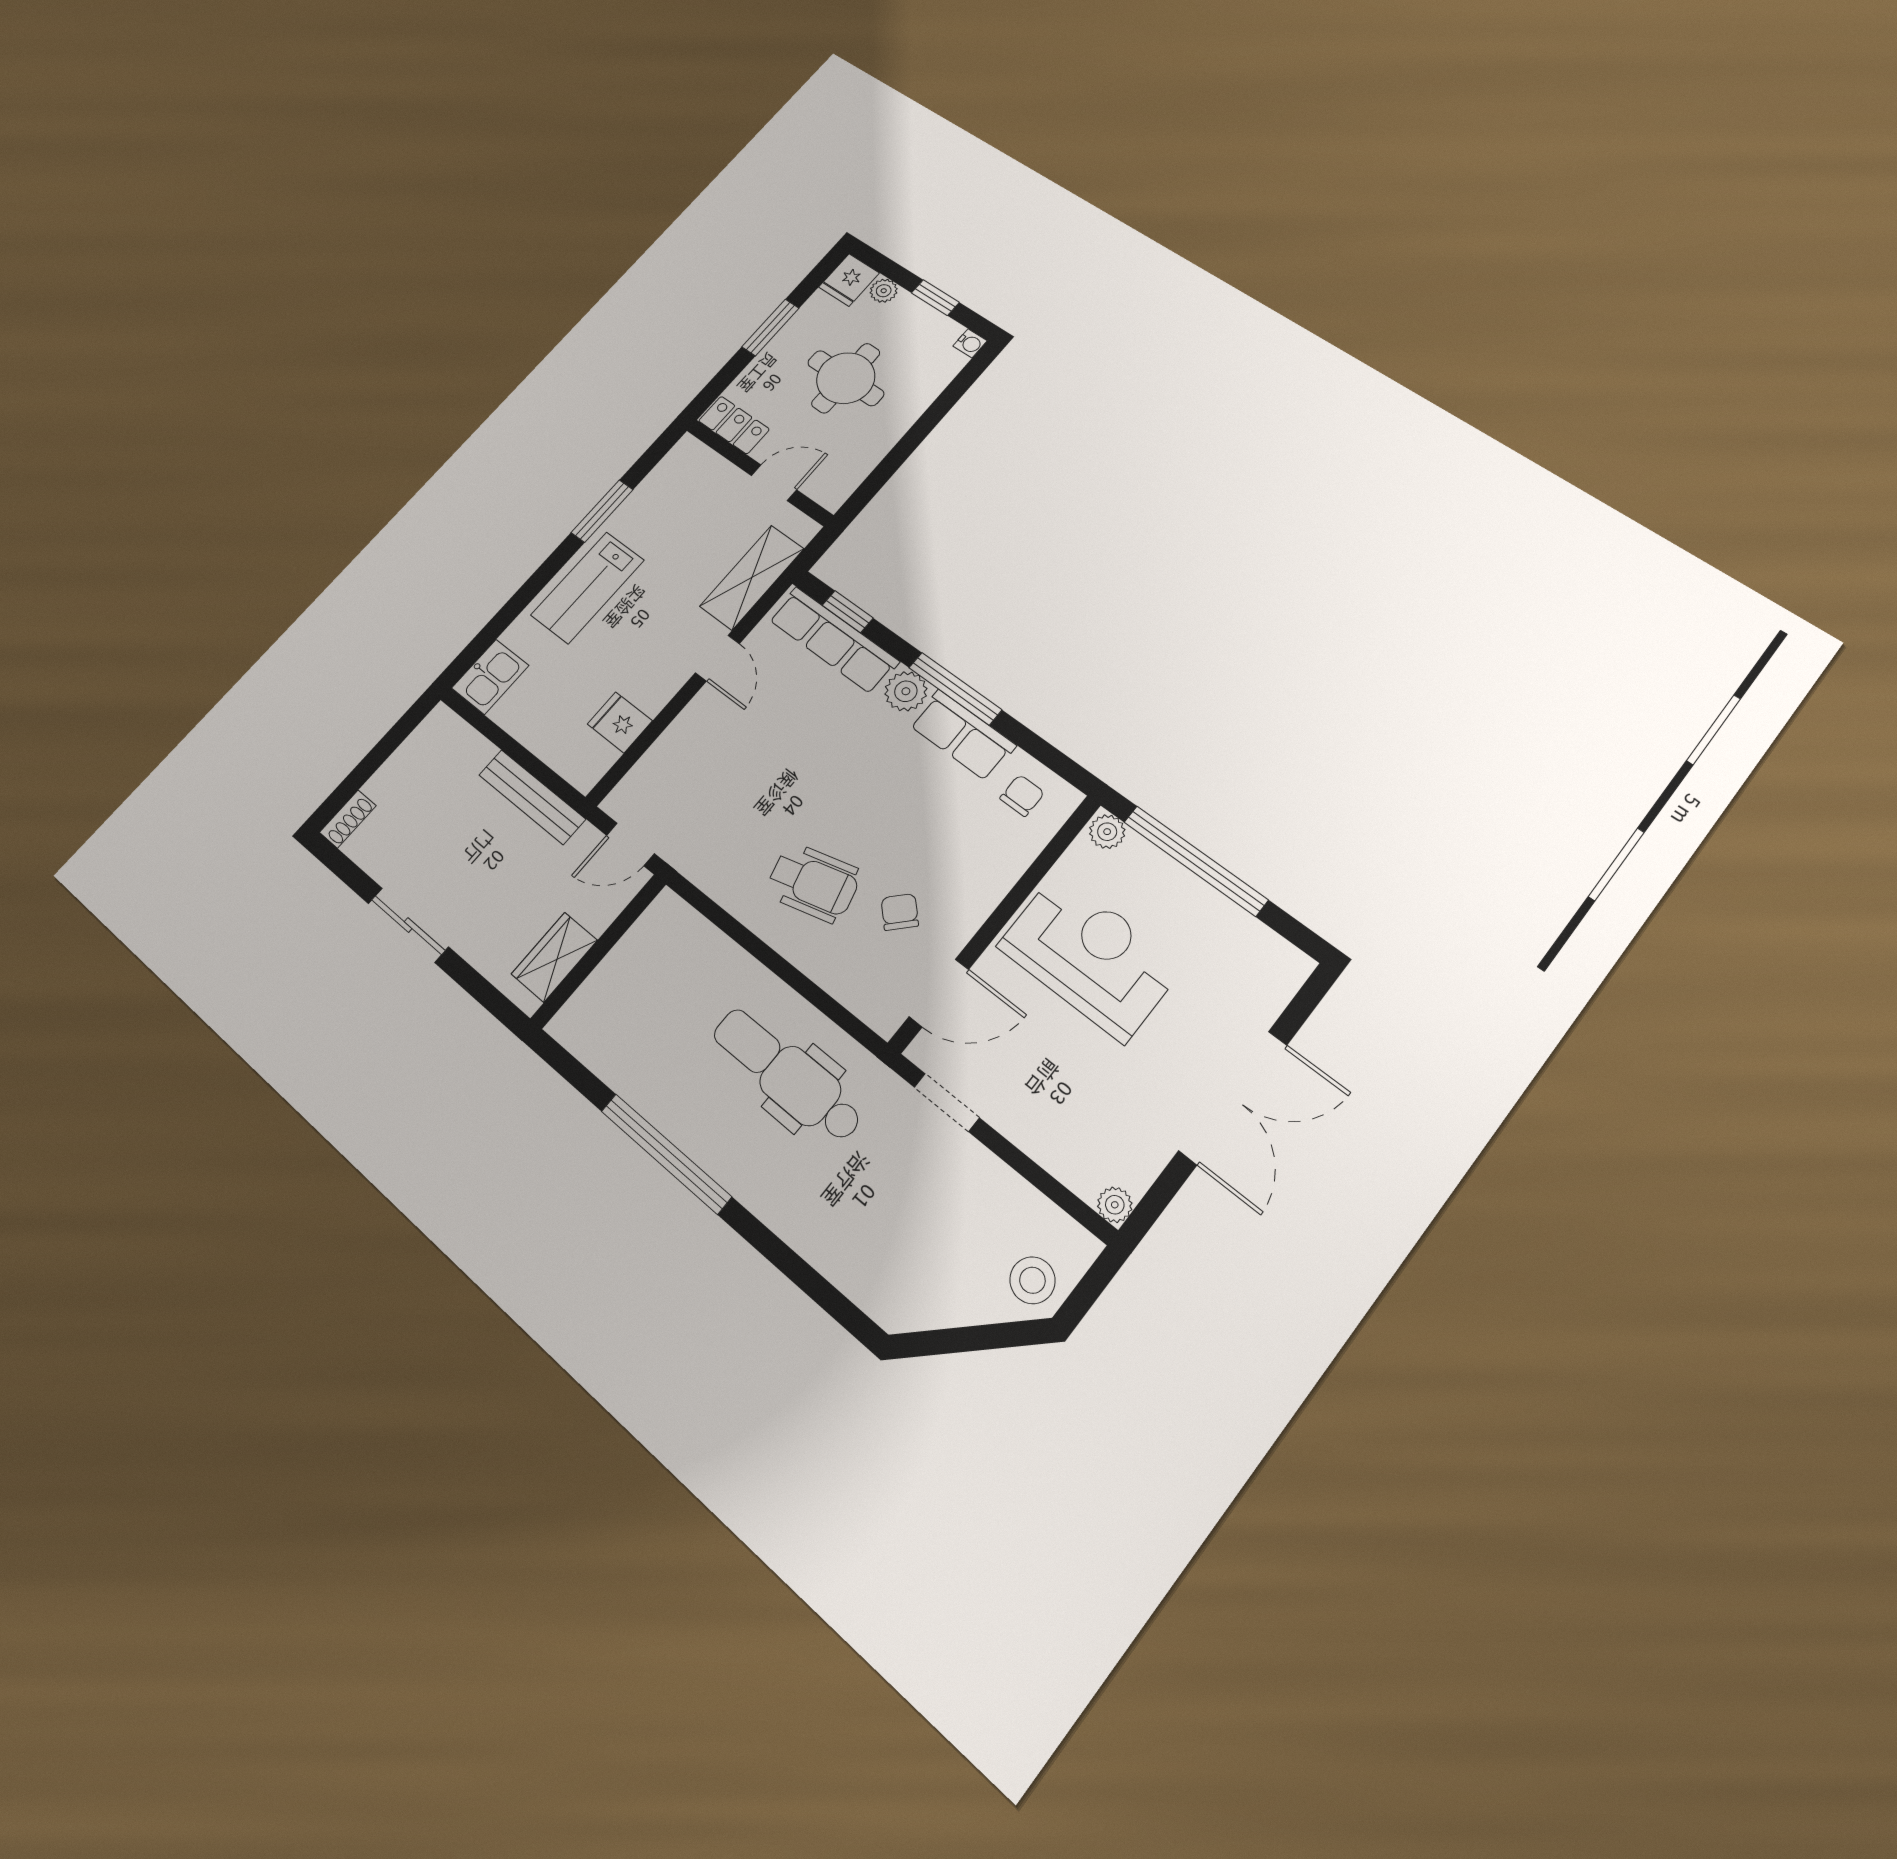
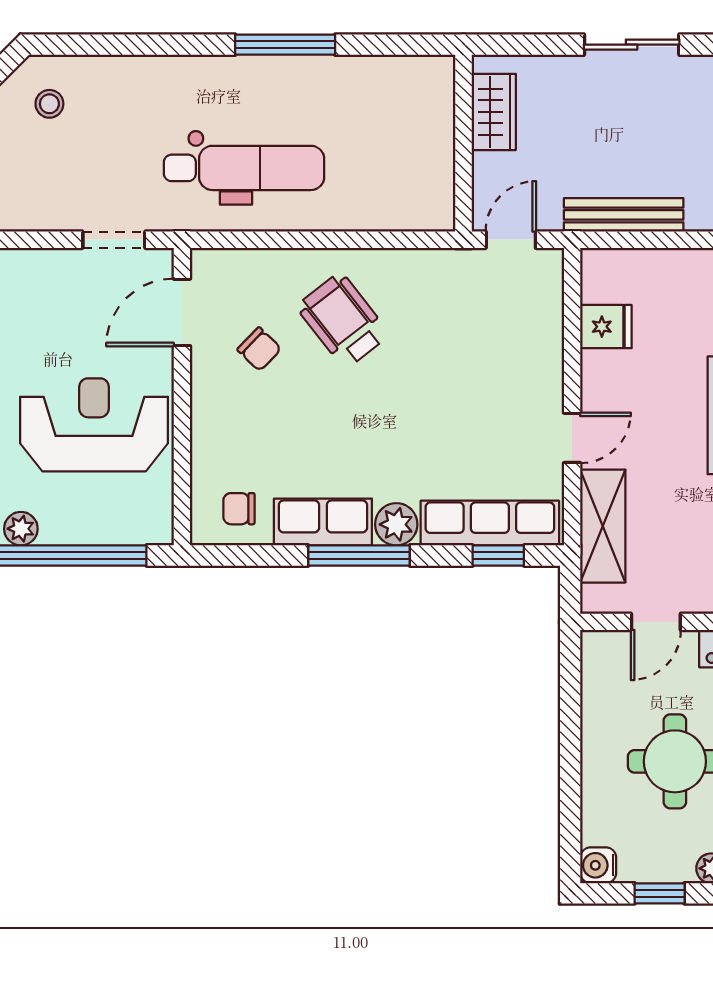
water cooler: (970, 343) -> (598, 865), width x1.38, depth x1.38
door: (717, 658) -> (572, 438), swing flipped
chair: (1022, 795) -> (239, 509), turned 90
plant: (1107, 832) -> (21, 529), moved
wheelchair: (813, 883) -> (343, 321), turned 67
reception desk: (1090, 956) -> (94, 425), turned 180
window: (666, 1154) -> (285, 45), width x0.68
stool: (906, 1273) -> (49, 104), added

